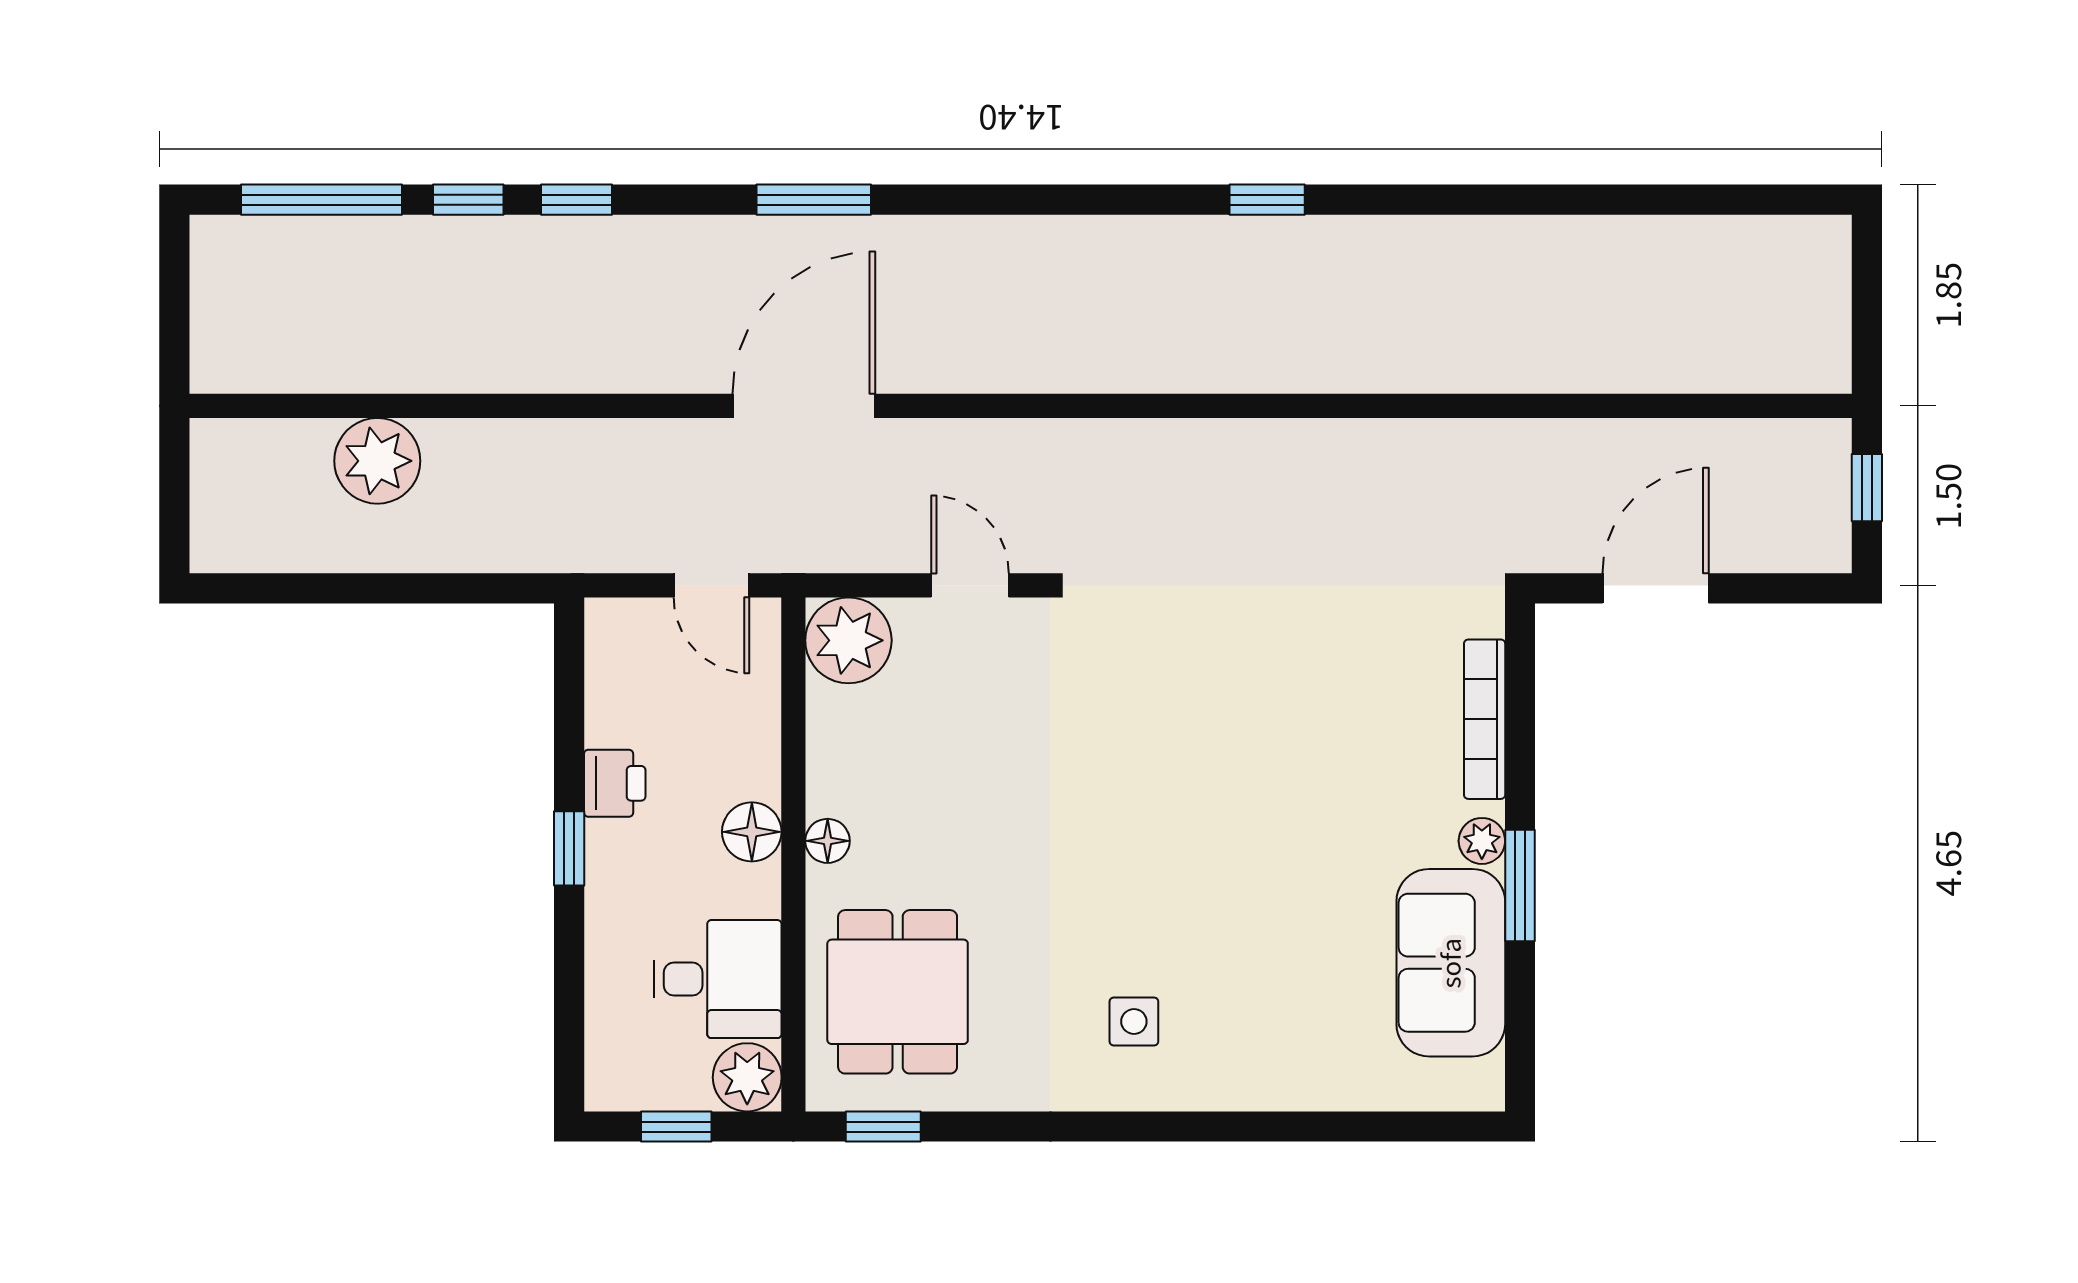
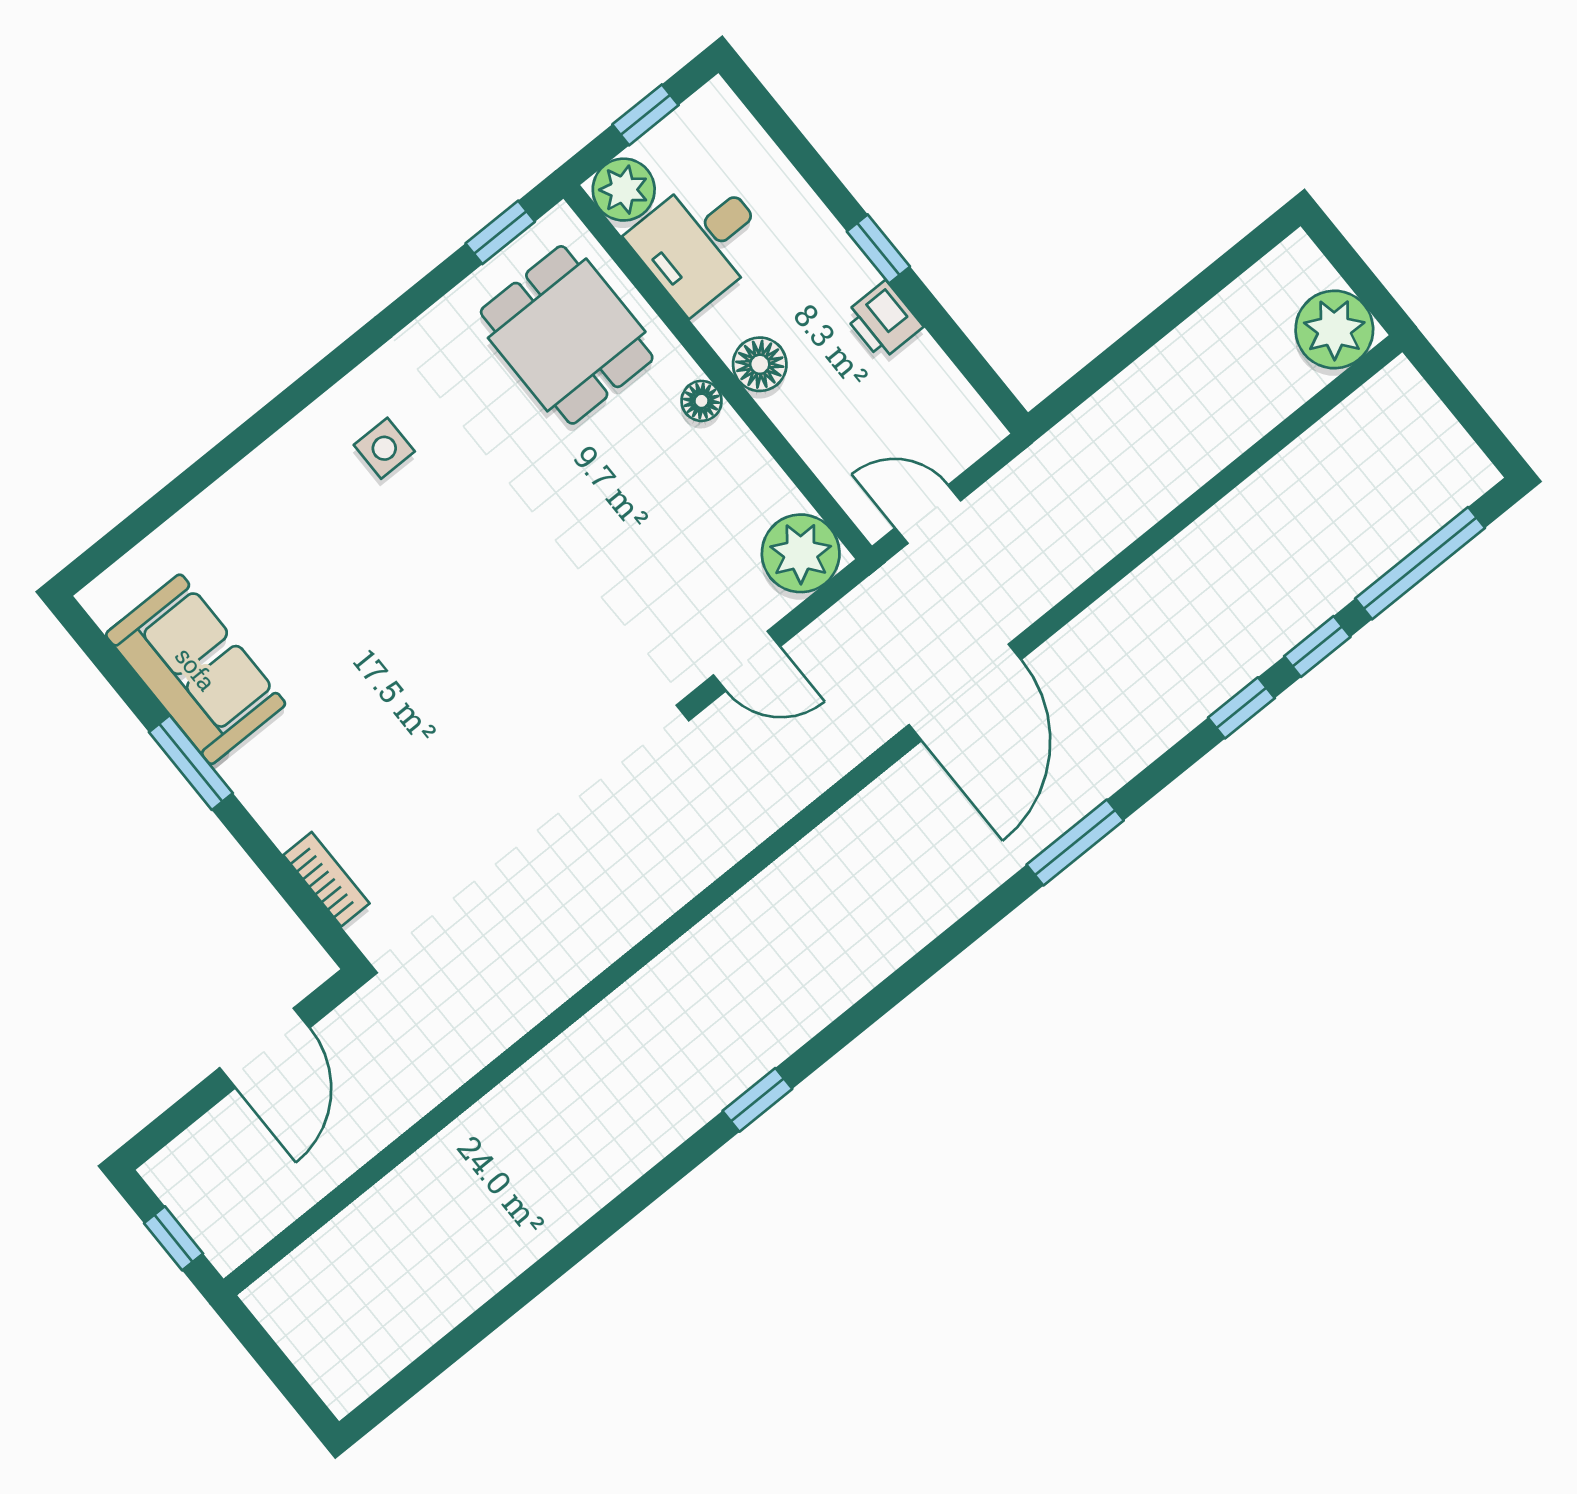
plant: (377, 461) -> (1334, 329), moved
bookcase: (1485, 719) -> (326, 879), width x0.64
plant: (1482, 841) -> (243, 772), removed

